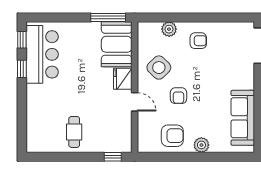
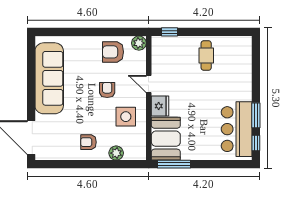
side table: (159, 68) -> (126, 117), turned 45
window: (22, 69) -> (256, 115), width x1.50
sofa: (243, 118) -> (49, 78), width x1.36, depth x1.27
plant: (201, 145) -> (139, 43), moved

